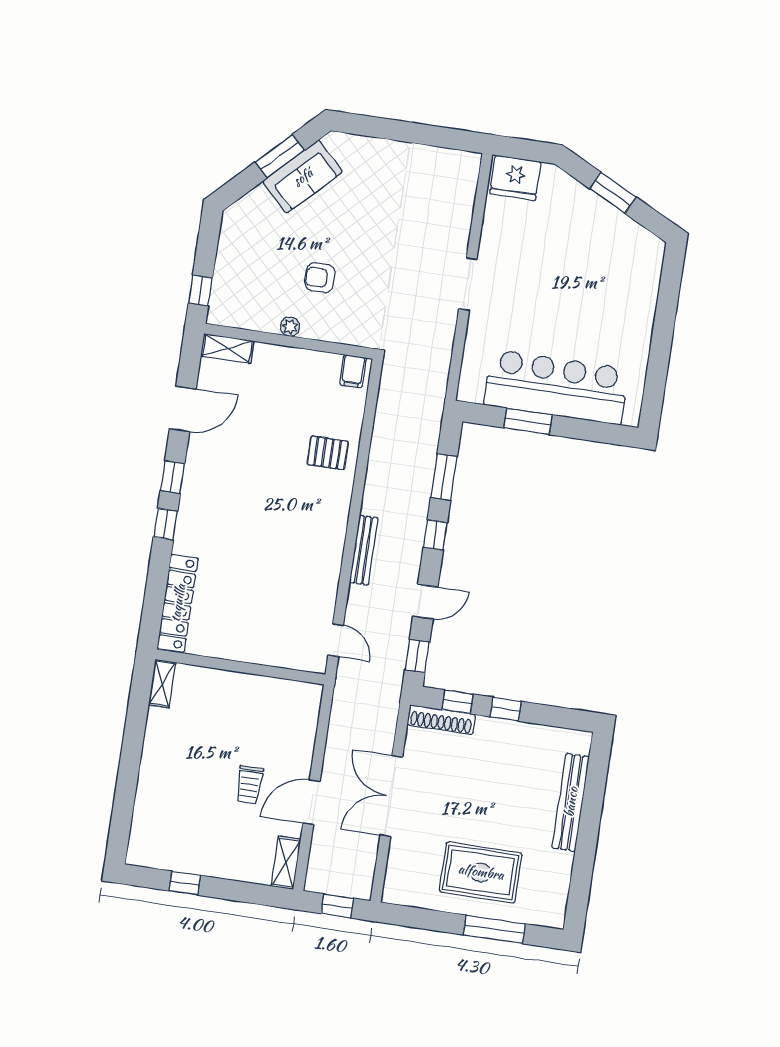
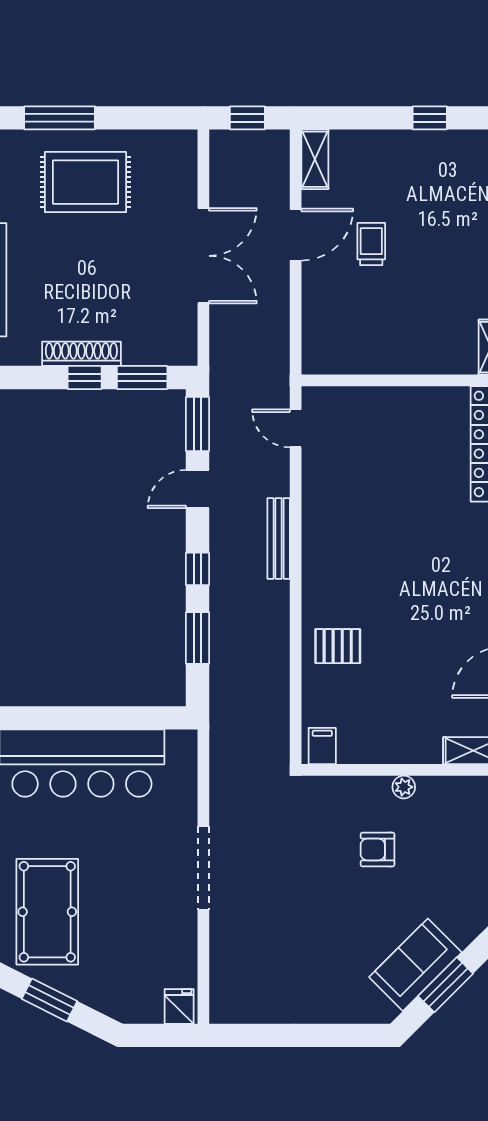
fridge: (515, 178) -> (179, 1006), width x0.53, depth x0.75
pool table: (604, 267) -> (47, 912), added
armchair: (320, 278) -> (377, 849), turned 180
doorway: (468, 284) -> (203, 868), width x1.36
window: (528, 421) -> (109, 718), removed
window: (417, 656) -> (198, 424), width x1.50
window: (458, 702) -> (142, 377), width x1.50
shoe rack: (441, 720) -> (81, 354), moved

